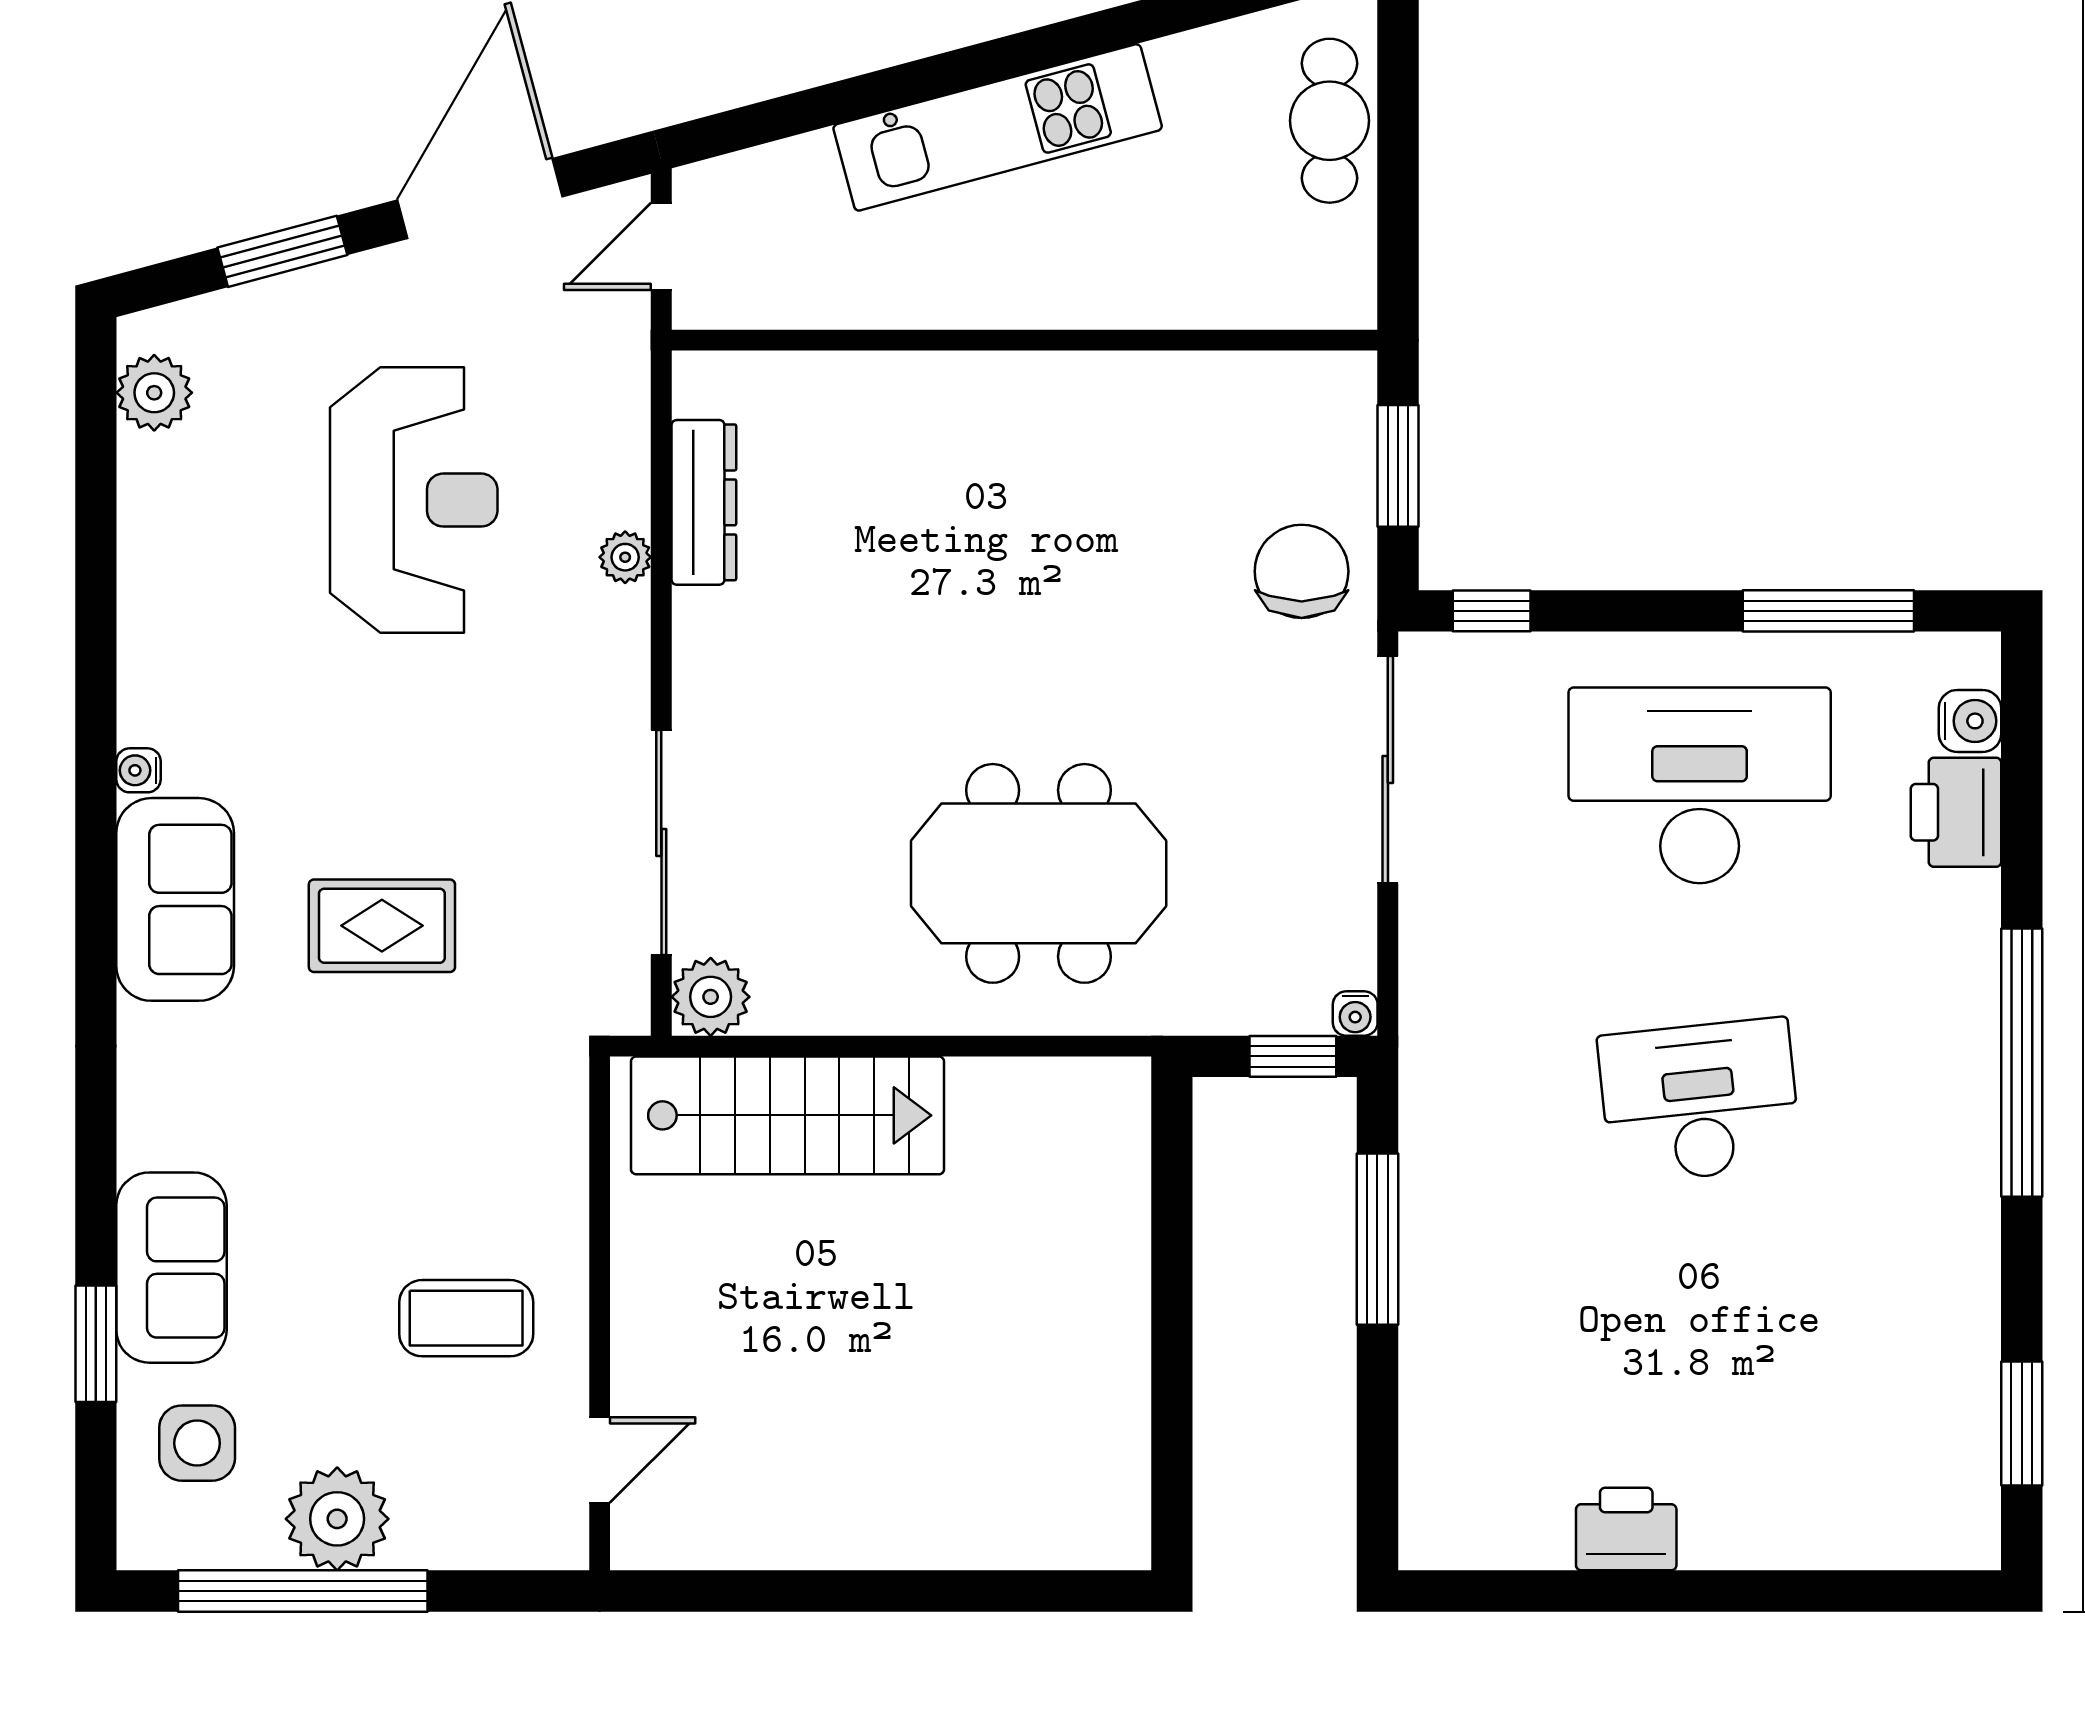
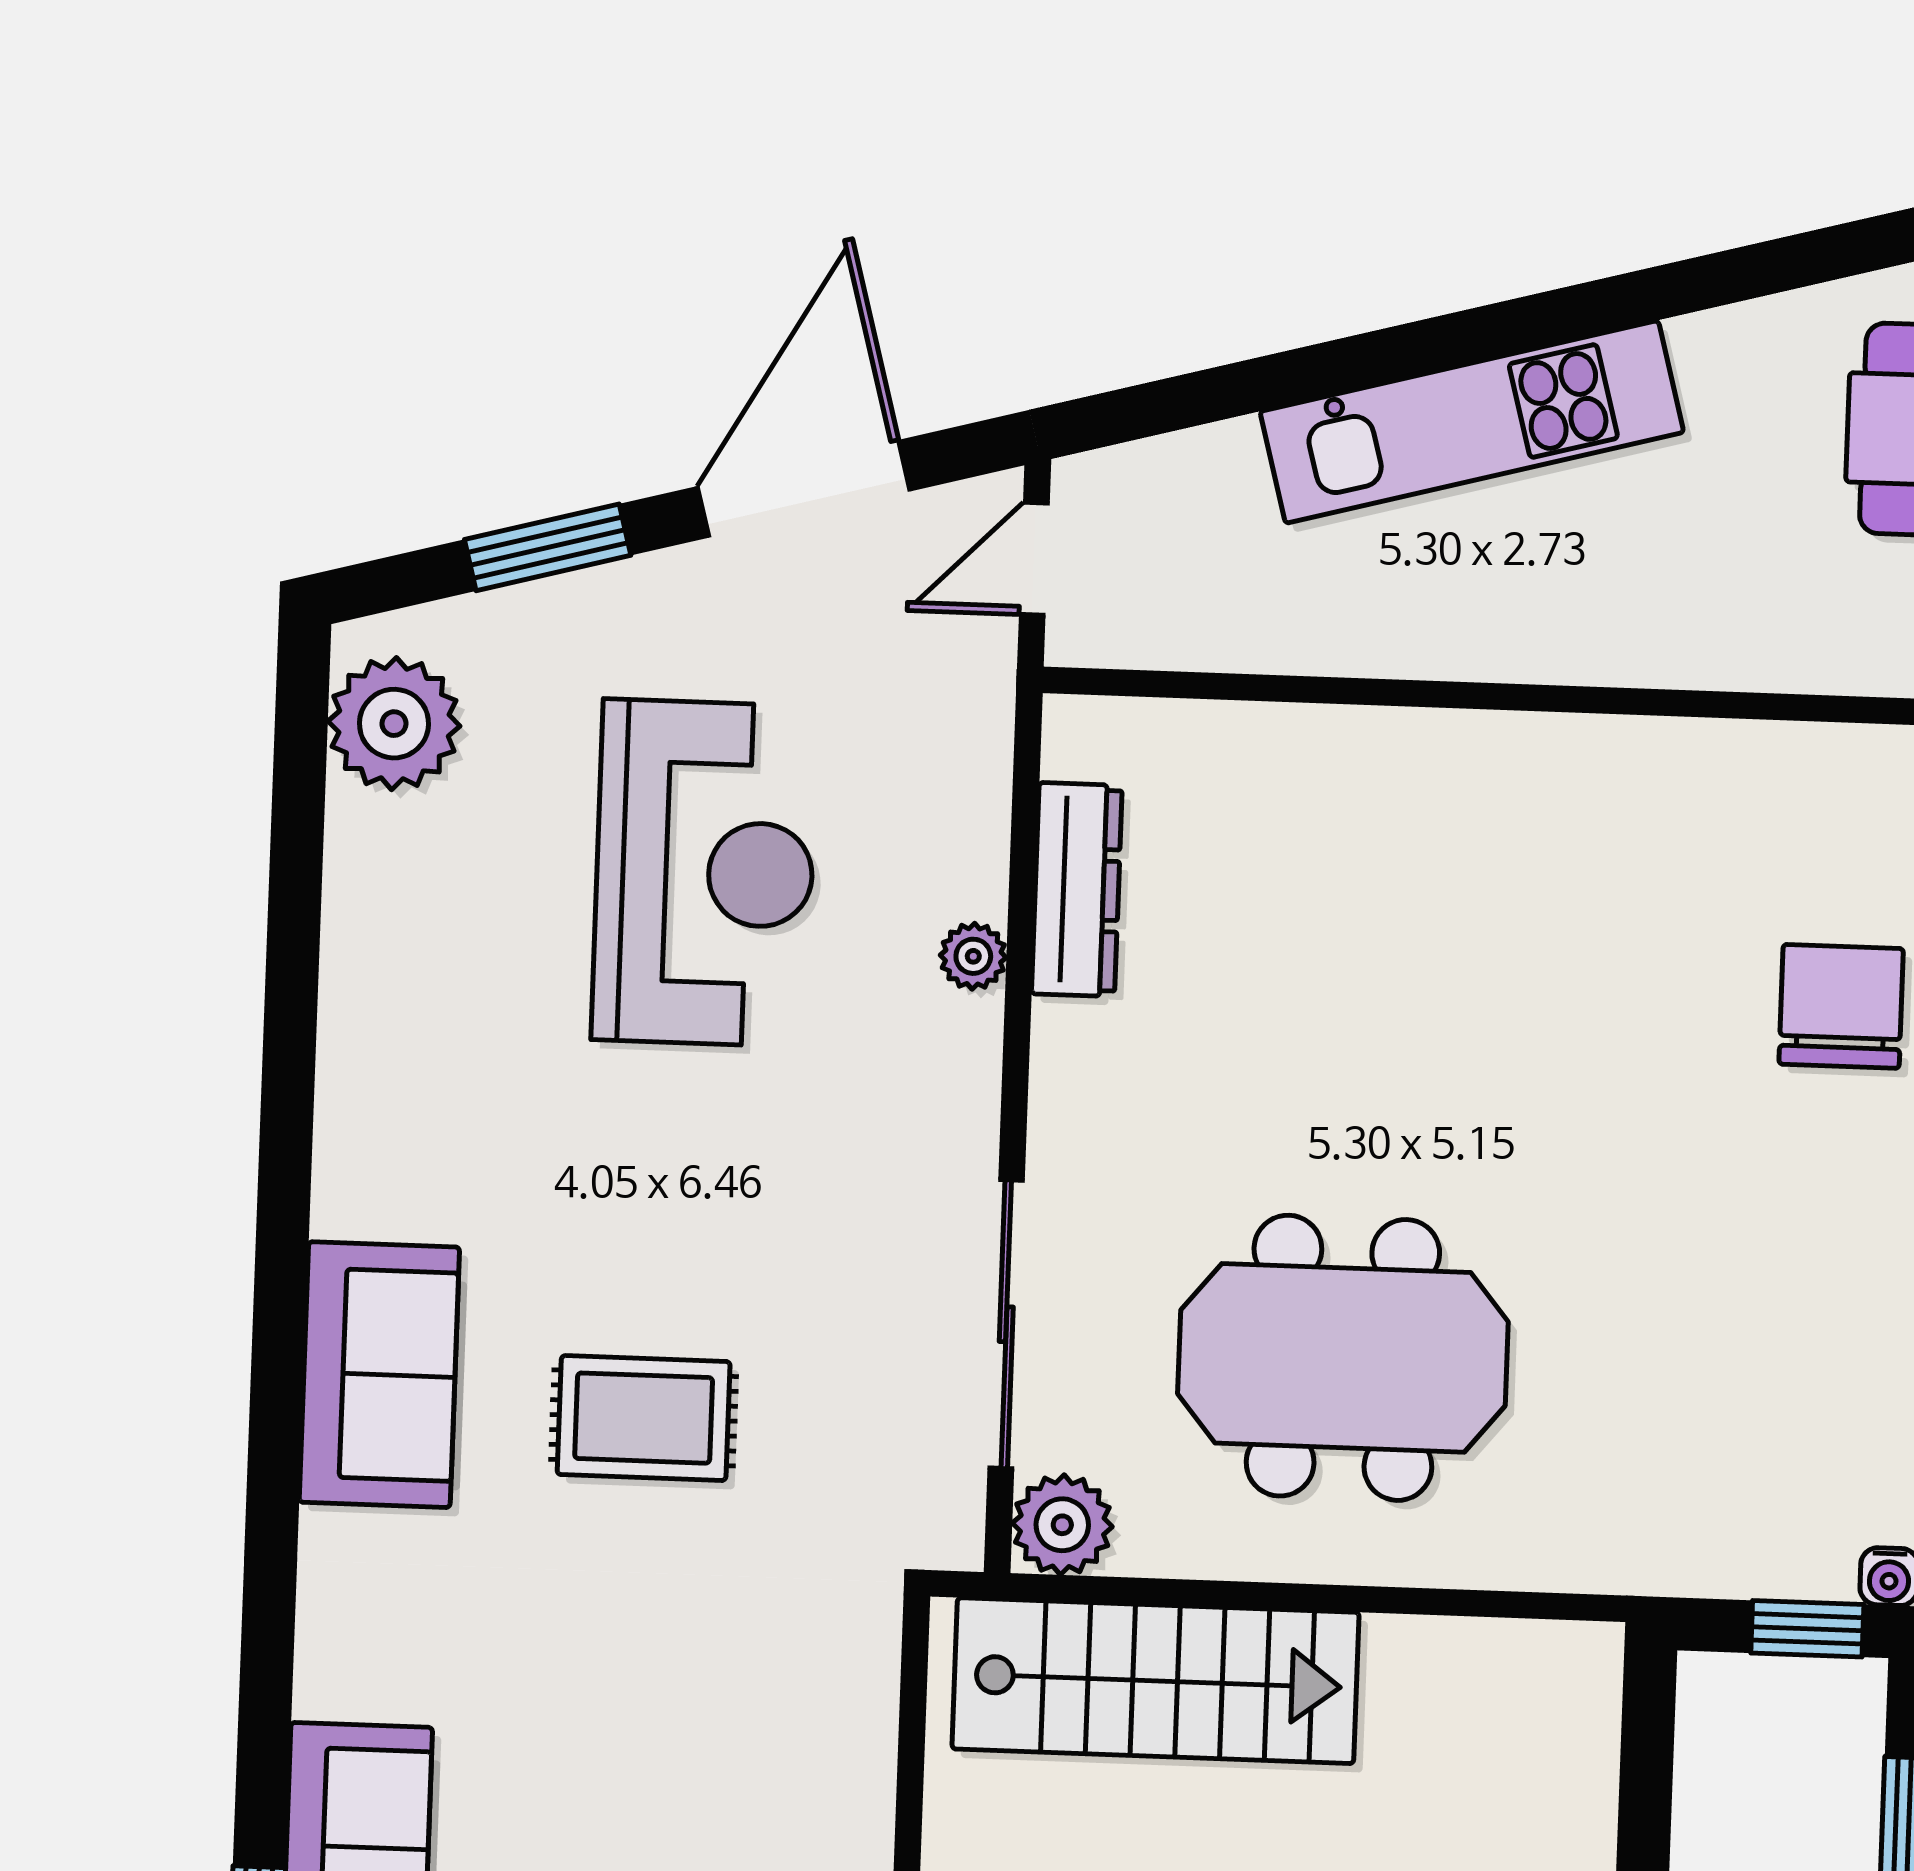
plant: (154, 393) -> (394, 724), width x1.36, depth x1.36
water cooler: (139, 770) -> (338, 1207), removed
meeting table: (1039, 873) -> (1343, 1358), moved

